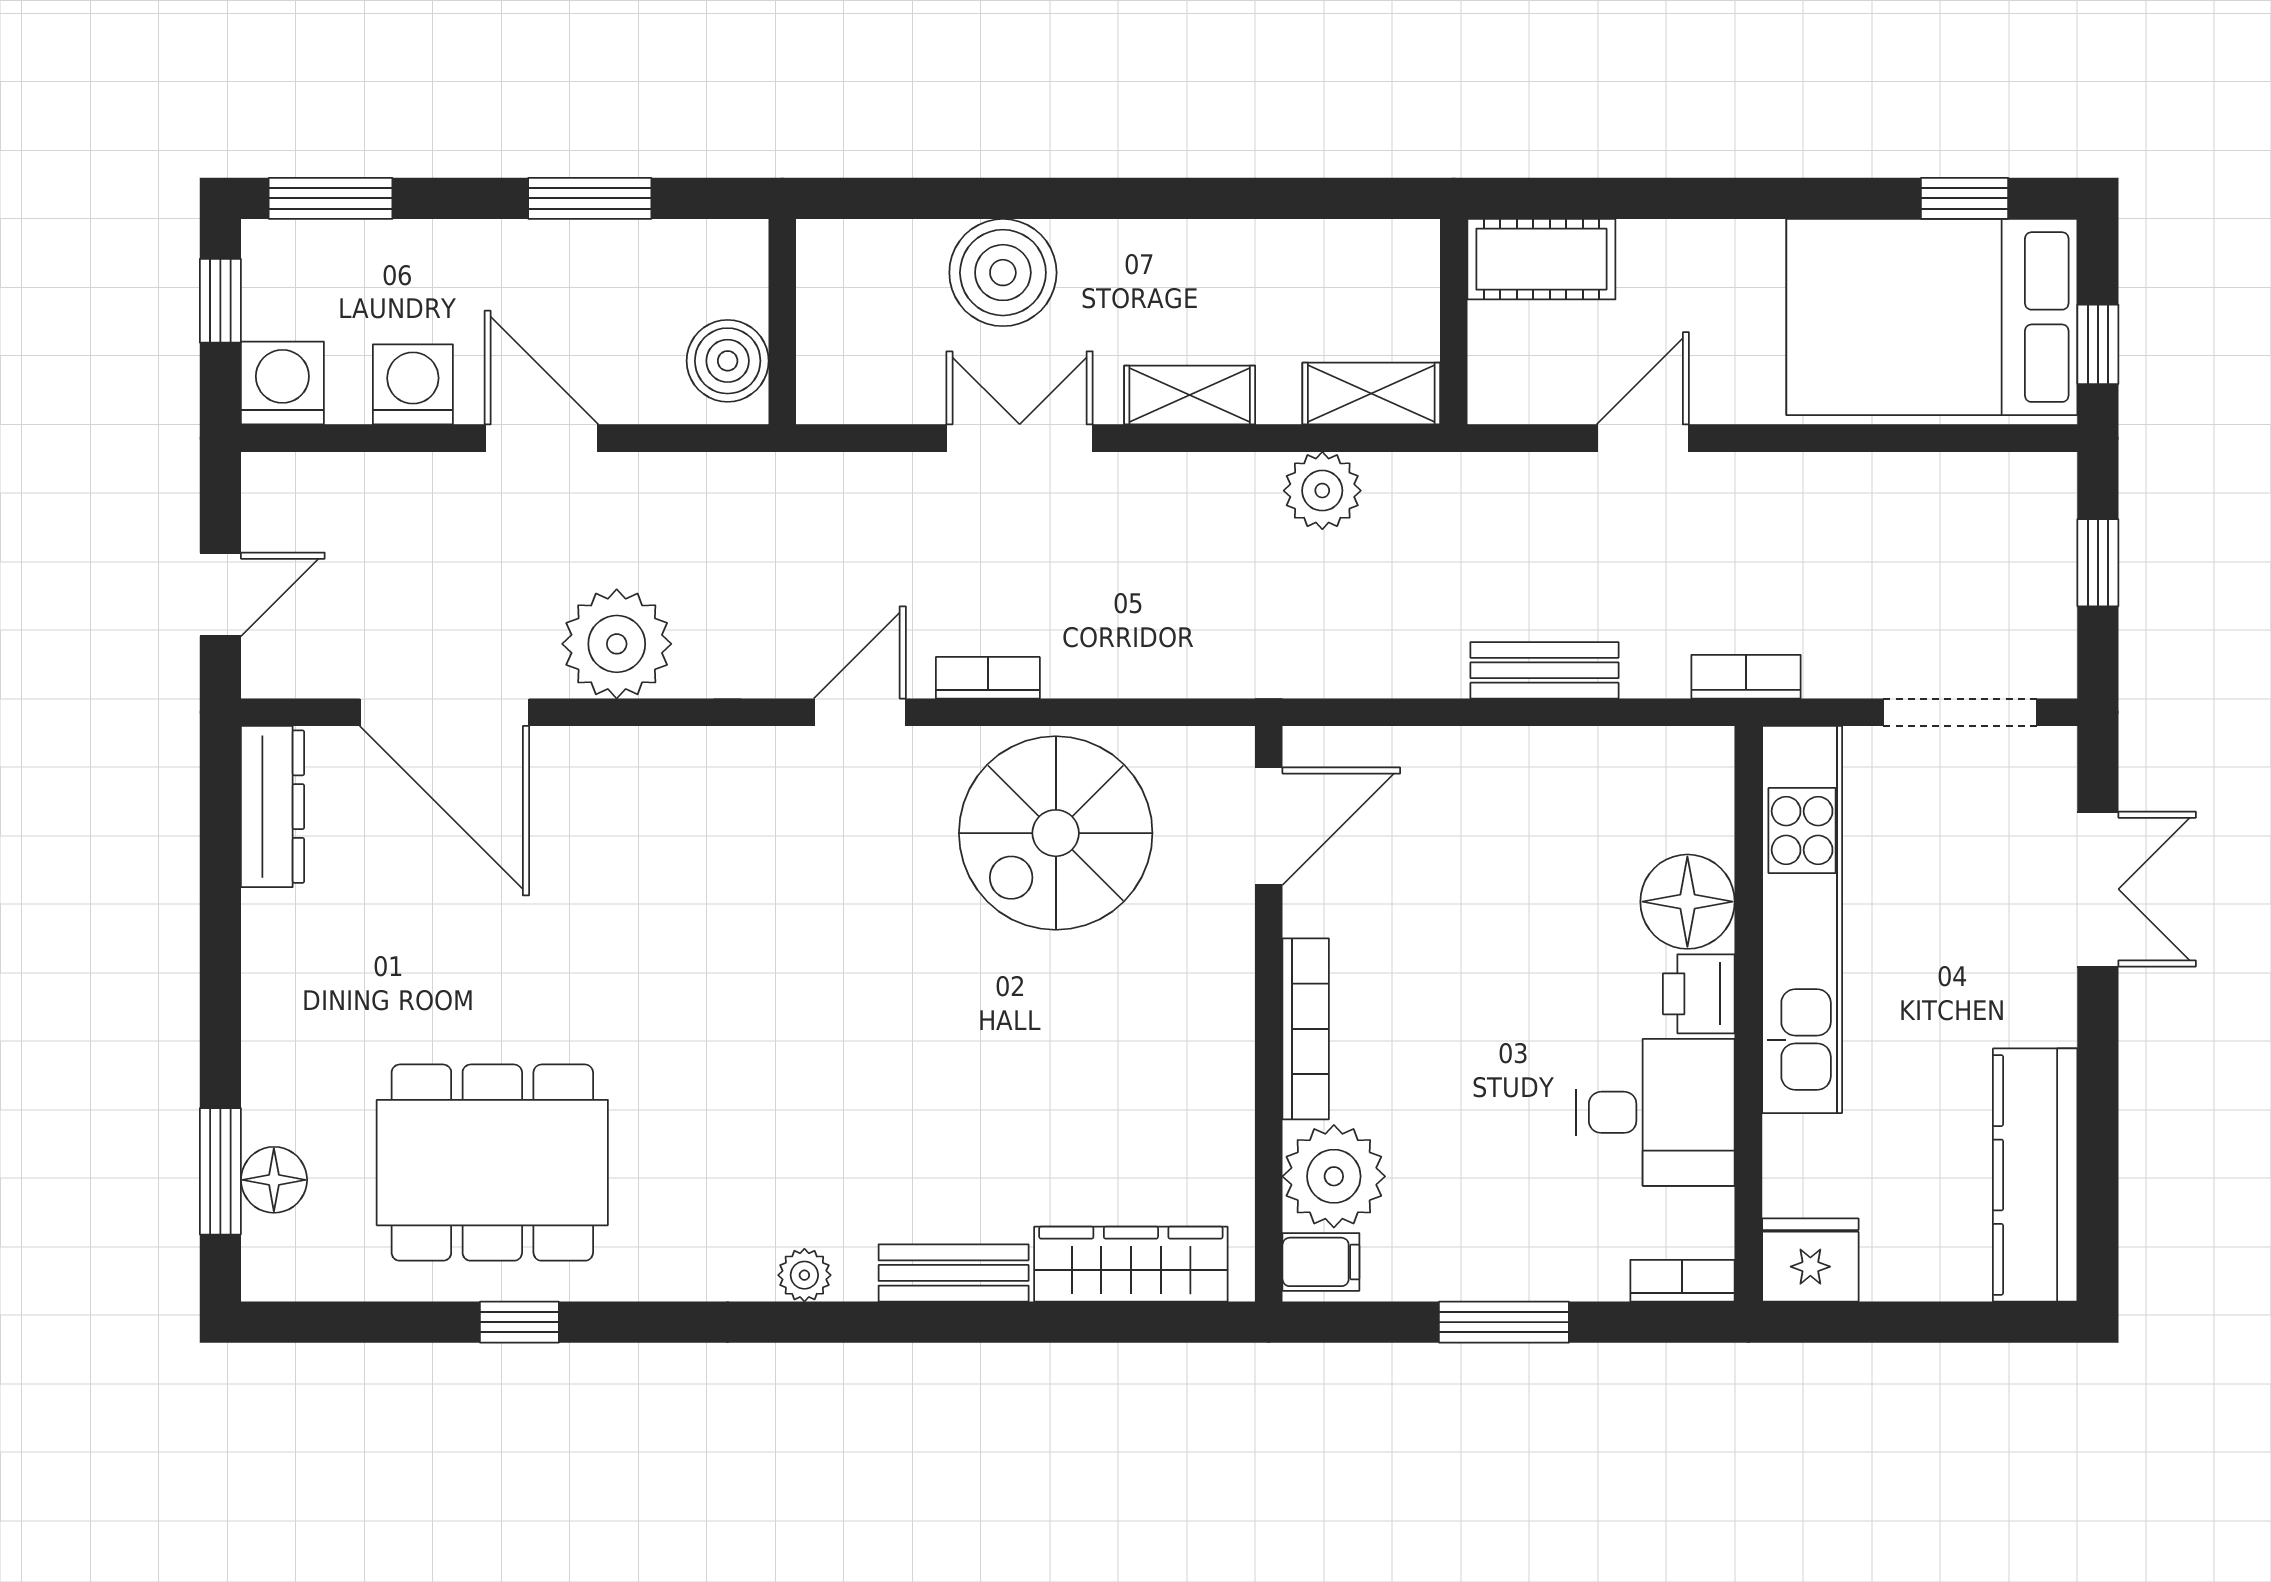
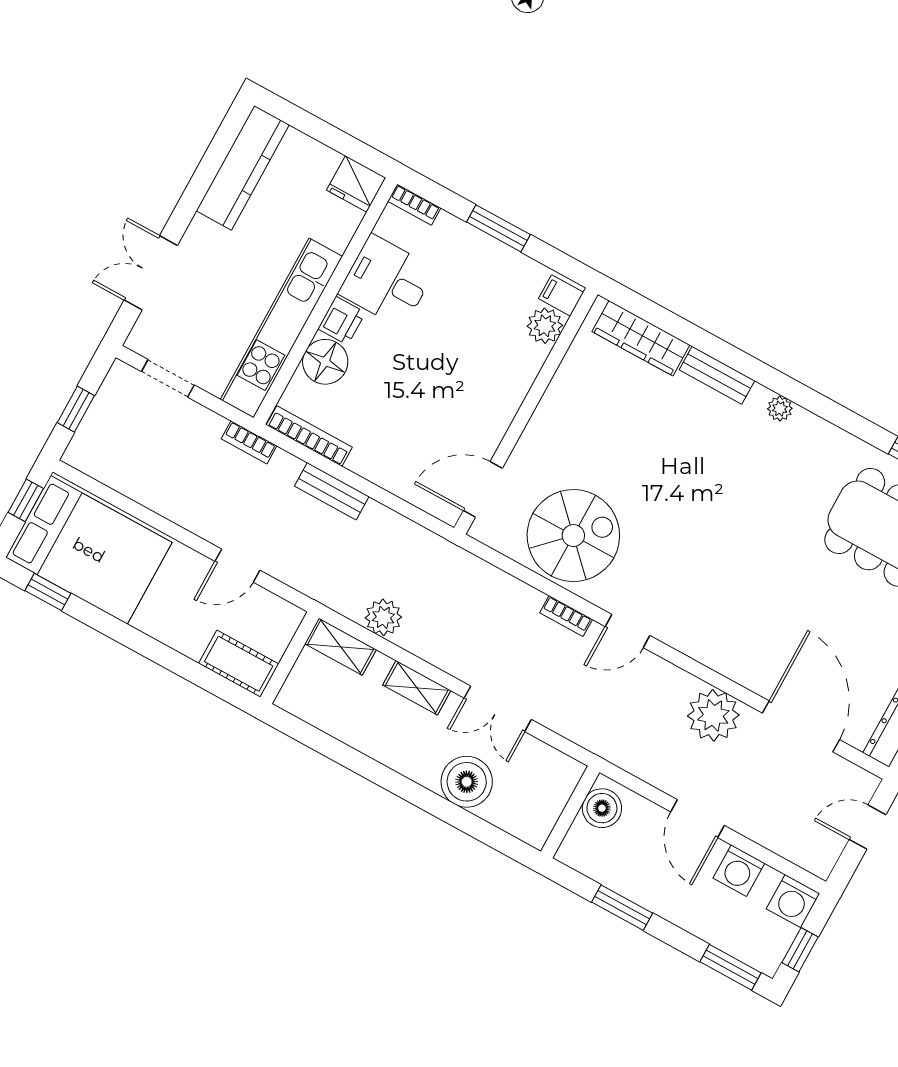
doorway: (1960, 712) -> (168, 378), width x0.73
bookcase: (1306, 1029) -> (309, 436), moved, turned 90
plant: (1334, 1176) -> (545, 326), width x0.73, depth x0.73

